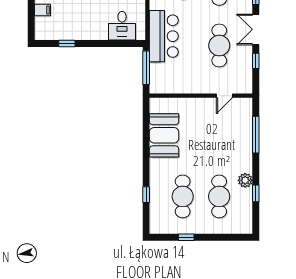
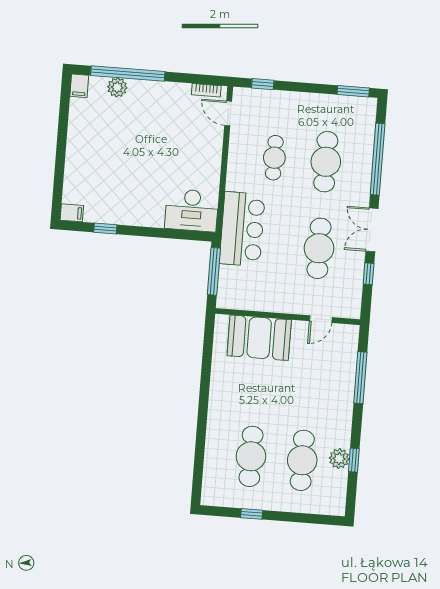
filing cabinet: (42, 10) -> (72, 213), moved
desk: (122, 26) -> (192, 210), width x1.37
booth: (164, 135) -> (259, 338), moved, turned 90
plant: (245, 180) -> (339, 459), moved
window: (146, 195) -> (200, 450), removed

